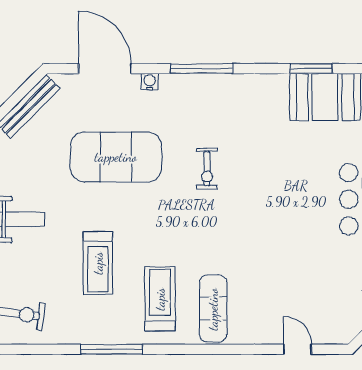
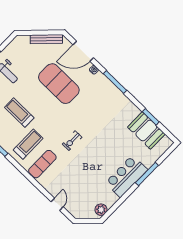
door: (105, 69) -> (83, 51), swing flipped
exercise bike: (207, 169) -> (72, 141), moved
treadmill: (98, 263) -> (19, 113), turned 90

